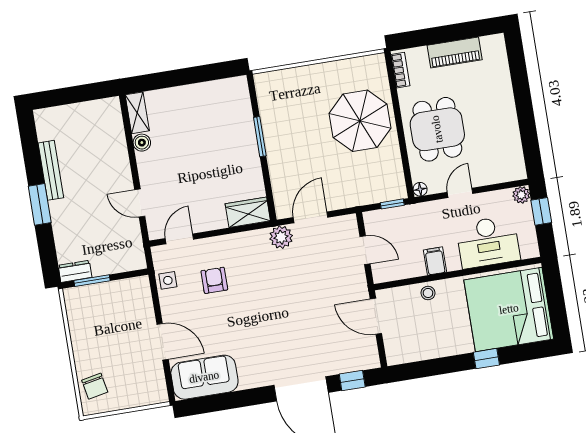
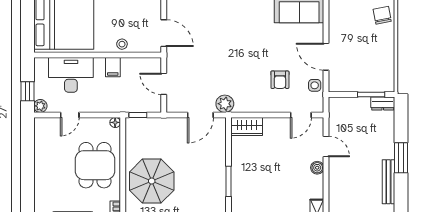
boiler: (142, 143) -> (317, 168), moved
door: (460, 193) -> (70, 115), moved
door: (163, 342) -> (326, 57), moved

